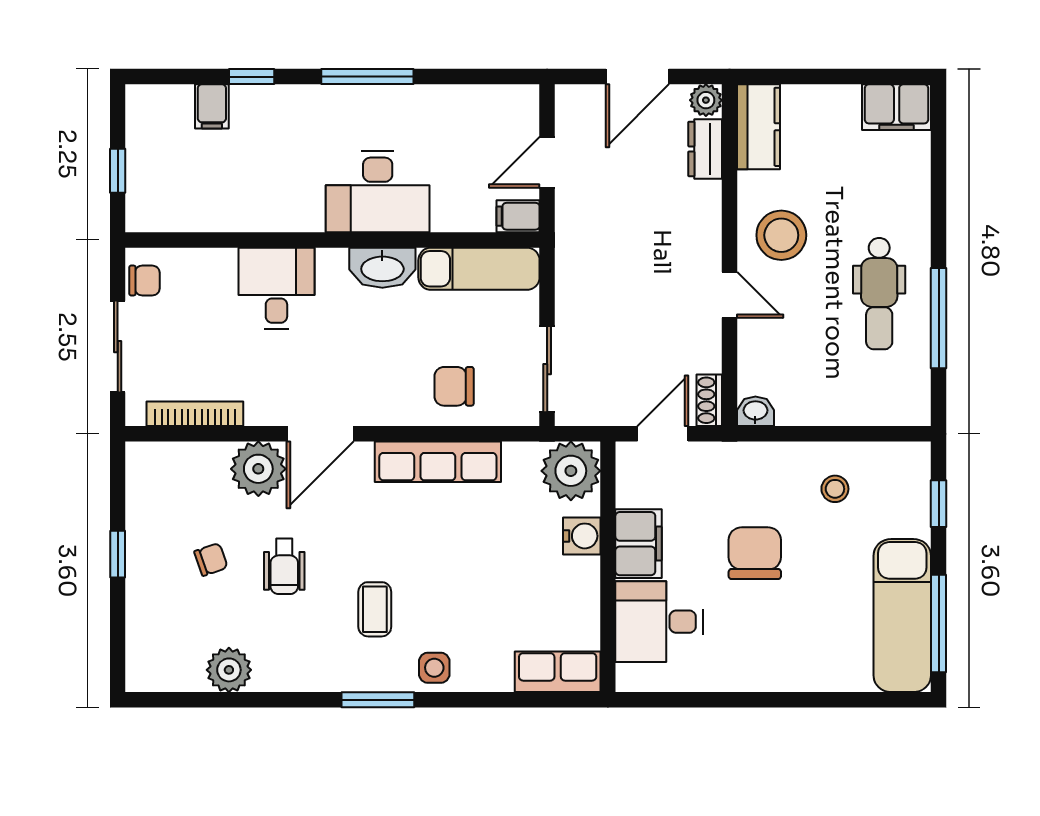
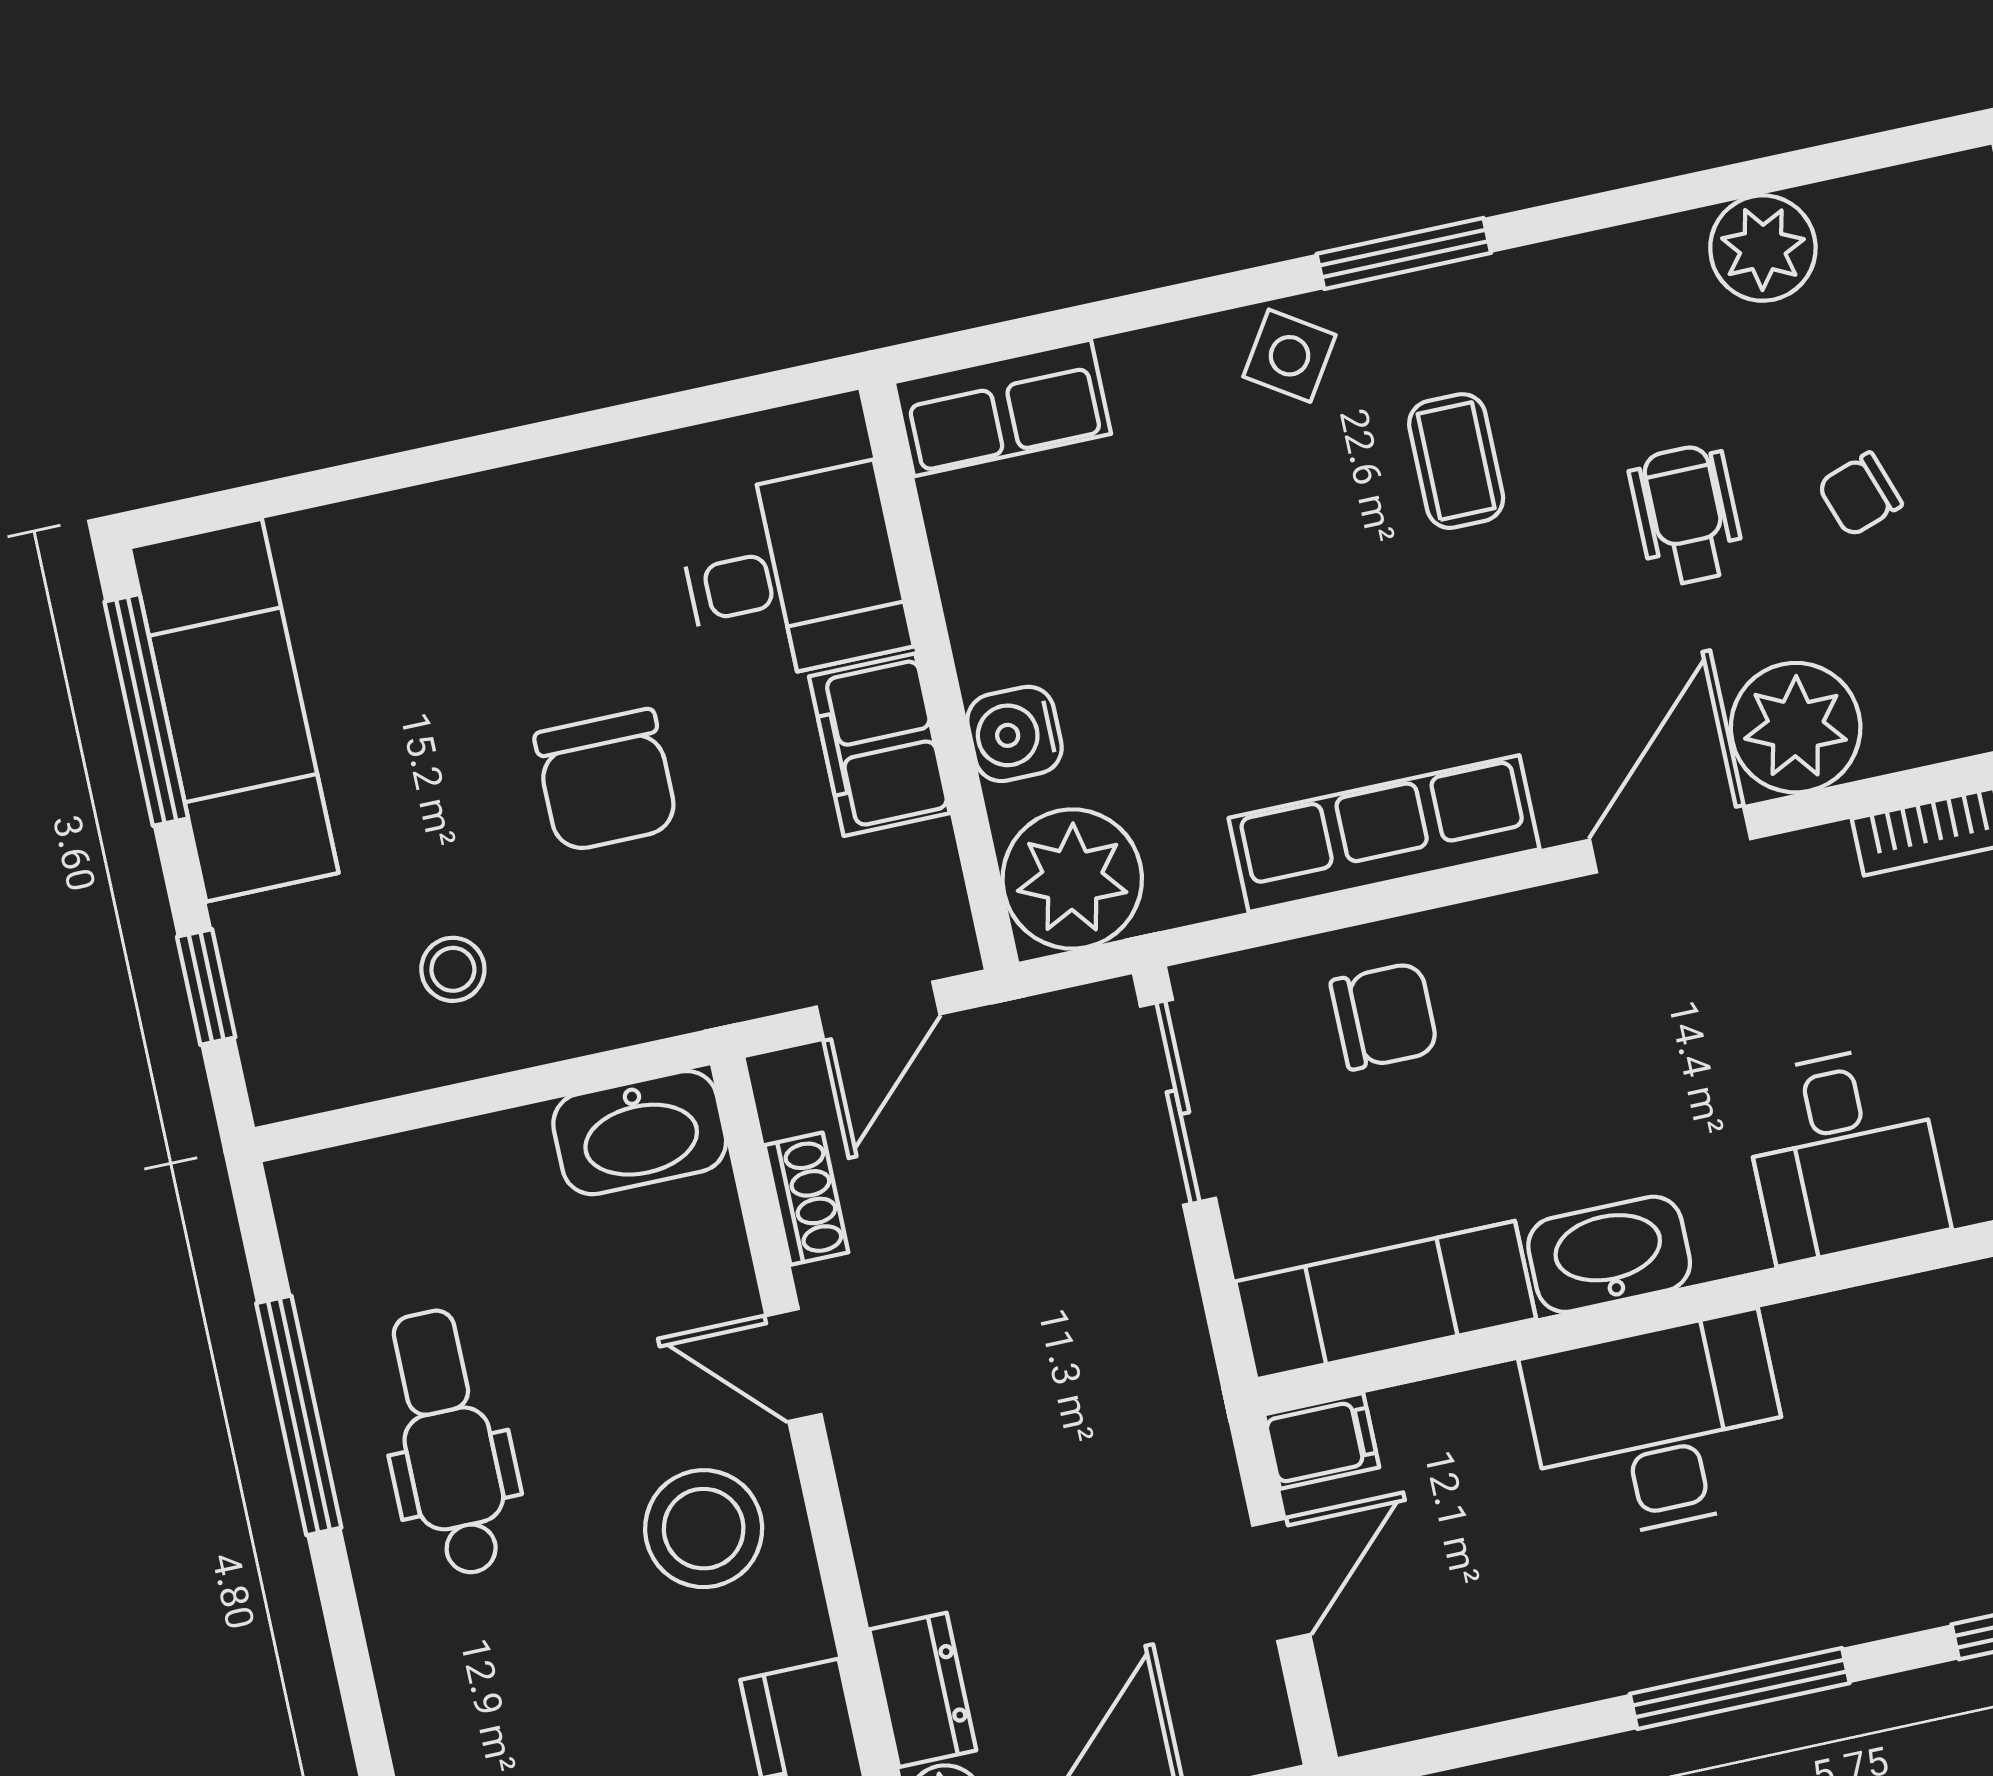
shoe rack: (709, 400) -> (806, 1199), moved
washbasin: (755, 411) -> (640, 1133), width x1.91, depth x1.45
side table: (434, 668) -> (1289, 356), turned 33

